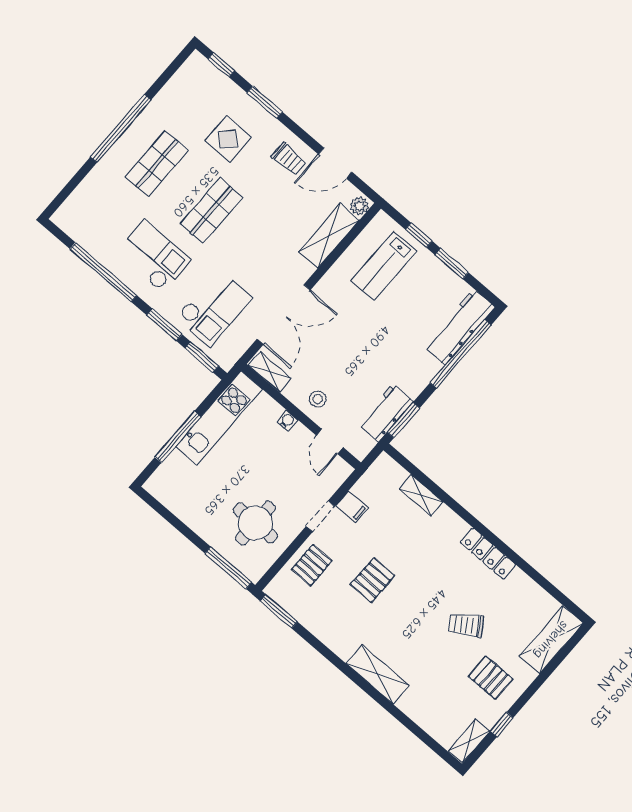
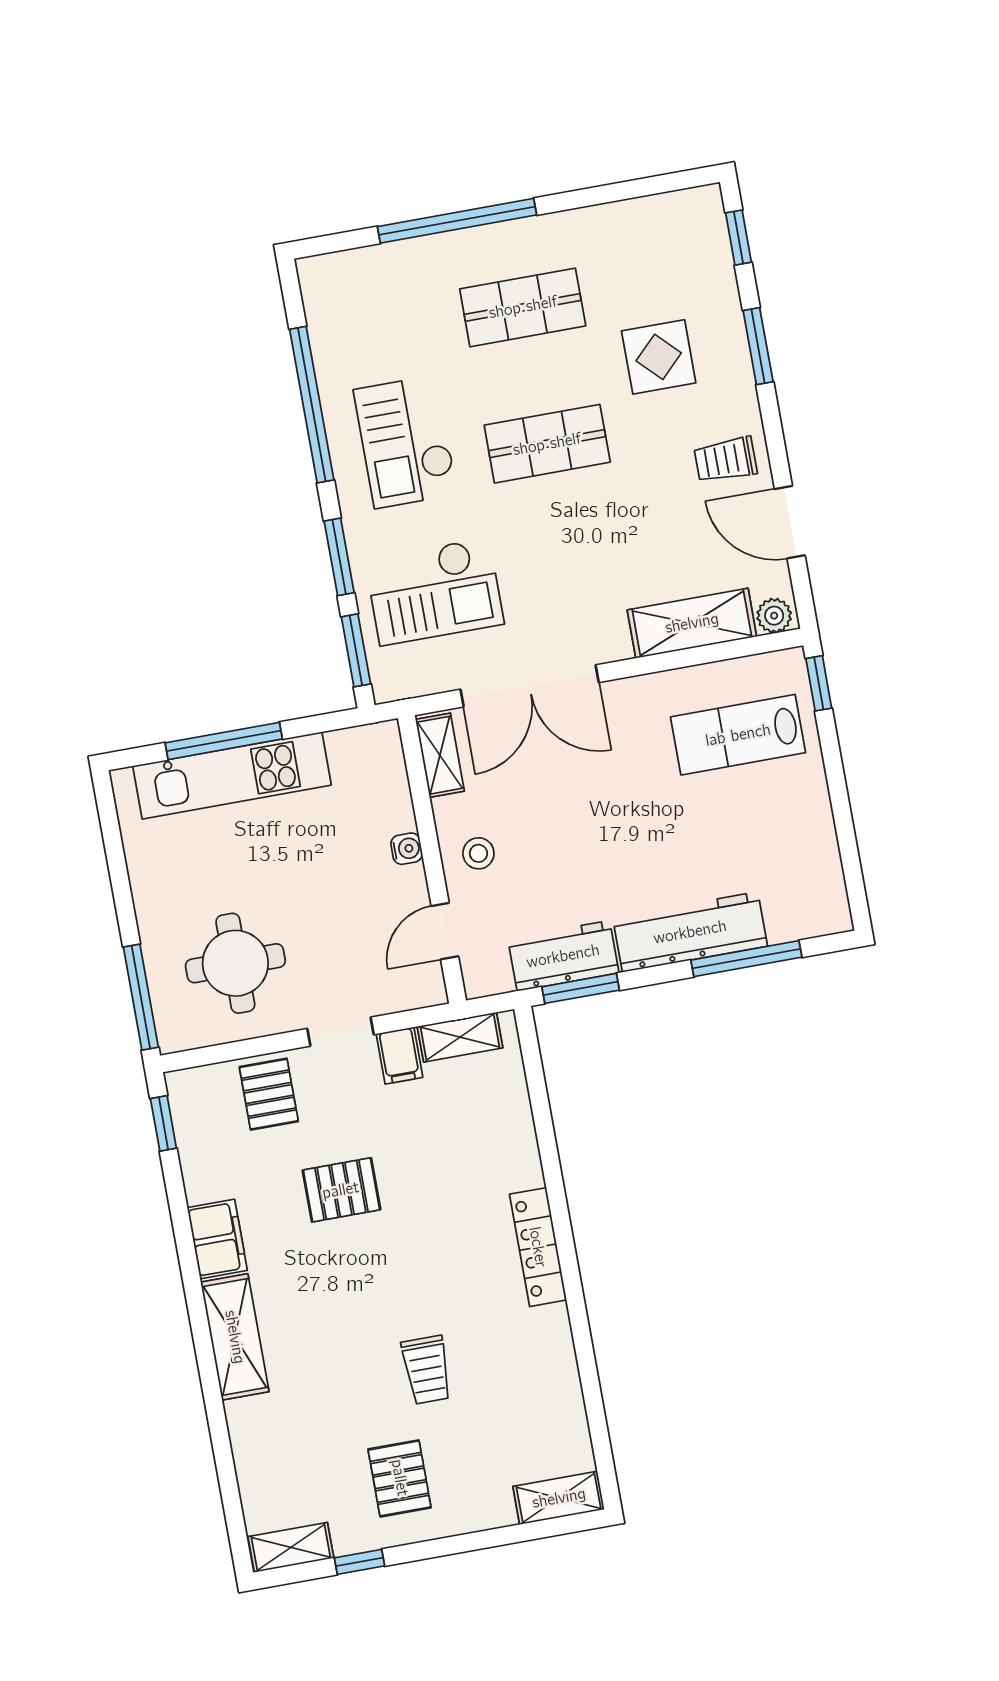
window: (121, 128) -> (457, 221), moved
trolley: (289, 159) -> (726, 460), turned 90
window: (419, 235) -> (819, 683), moved
checkout: (153, 256) -> (406, 442), turned 180
window: (452, 264) -> (842, 813), removed
workbench: (459, 327) -> (690, 932), moved
window: (461, 354) -> (746, 959), width x0.68
kitchen unit: (219, 418) -> (232, 776), moved
shelving: (421, 495) -> (460, 1037), moved, turned 90
locker: (488, 554) -> (538, 1247), moved
pallet: (312, 565) -> (269, 1094), turned 90
window: (279, 611) -> (163, 1123), width x0.67
trolley: (466, 625) -> (427, 1370), turned -146
shelving: (551, 640) -> (559, 1498), width x0.67, depth x0.75
filing cabinet: (338, 641) -> (217, 1239), added

